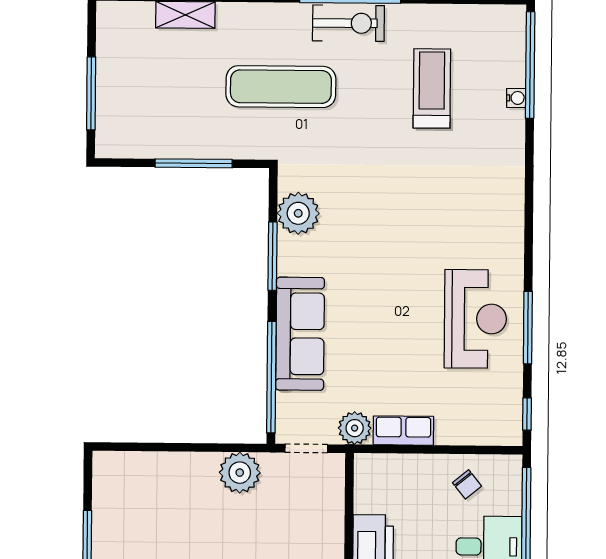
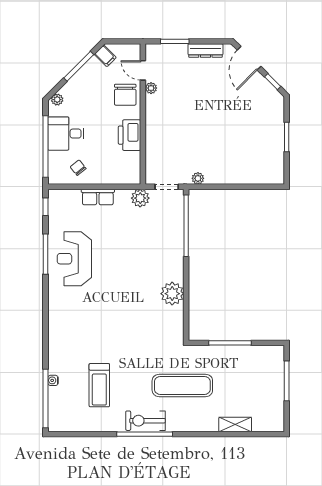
plant: (298, 213) -> (172, 294), moved
window: (273, 256) -> (186, 292), removed
sofa: (300, 334) -> (171, 250), removed
row of seats: (403, 431) -> (98, 197), moved
plant: (240, 473) -> (198, 178), width x0.53, depth x0.53

